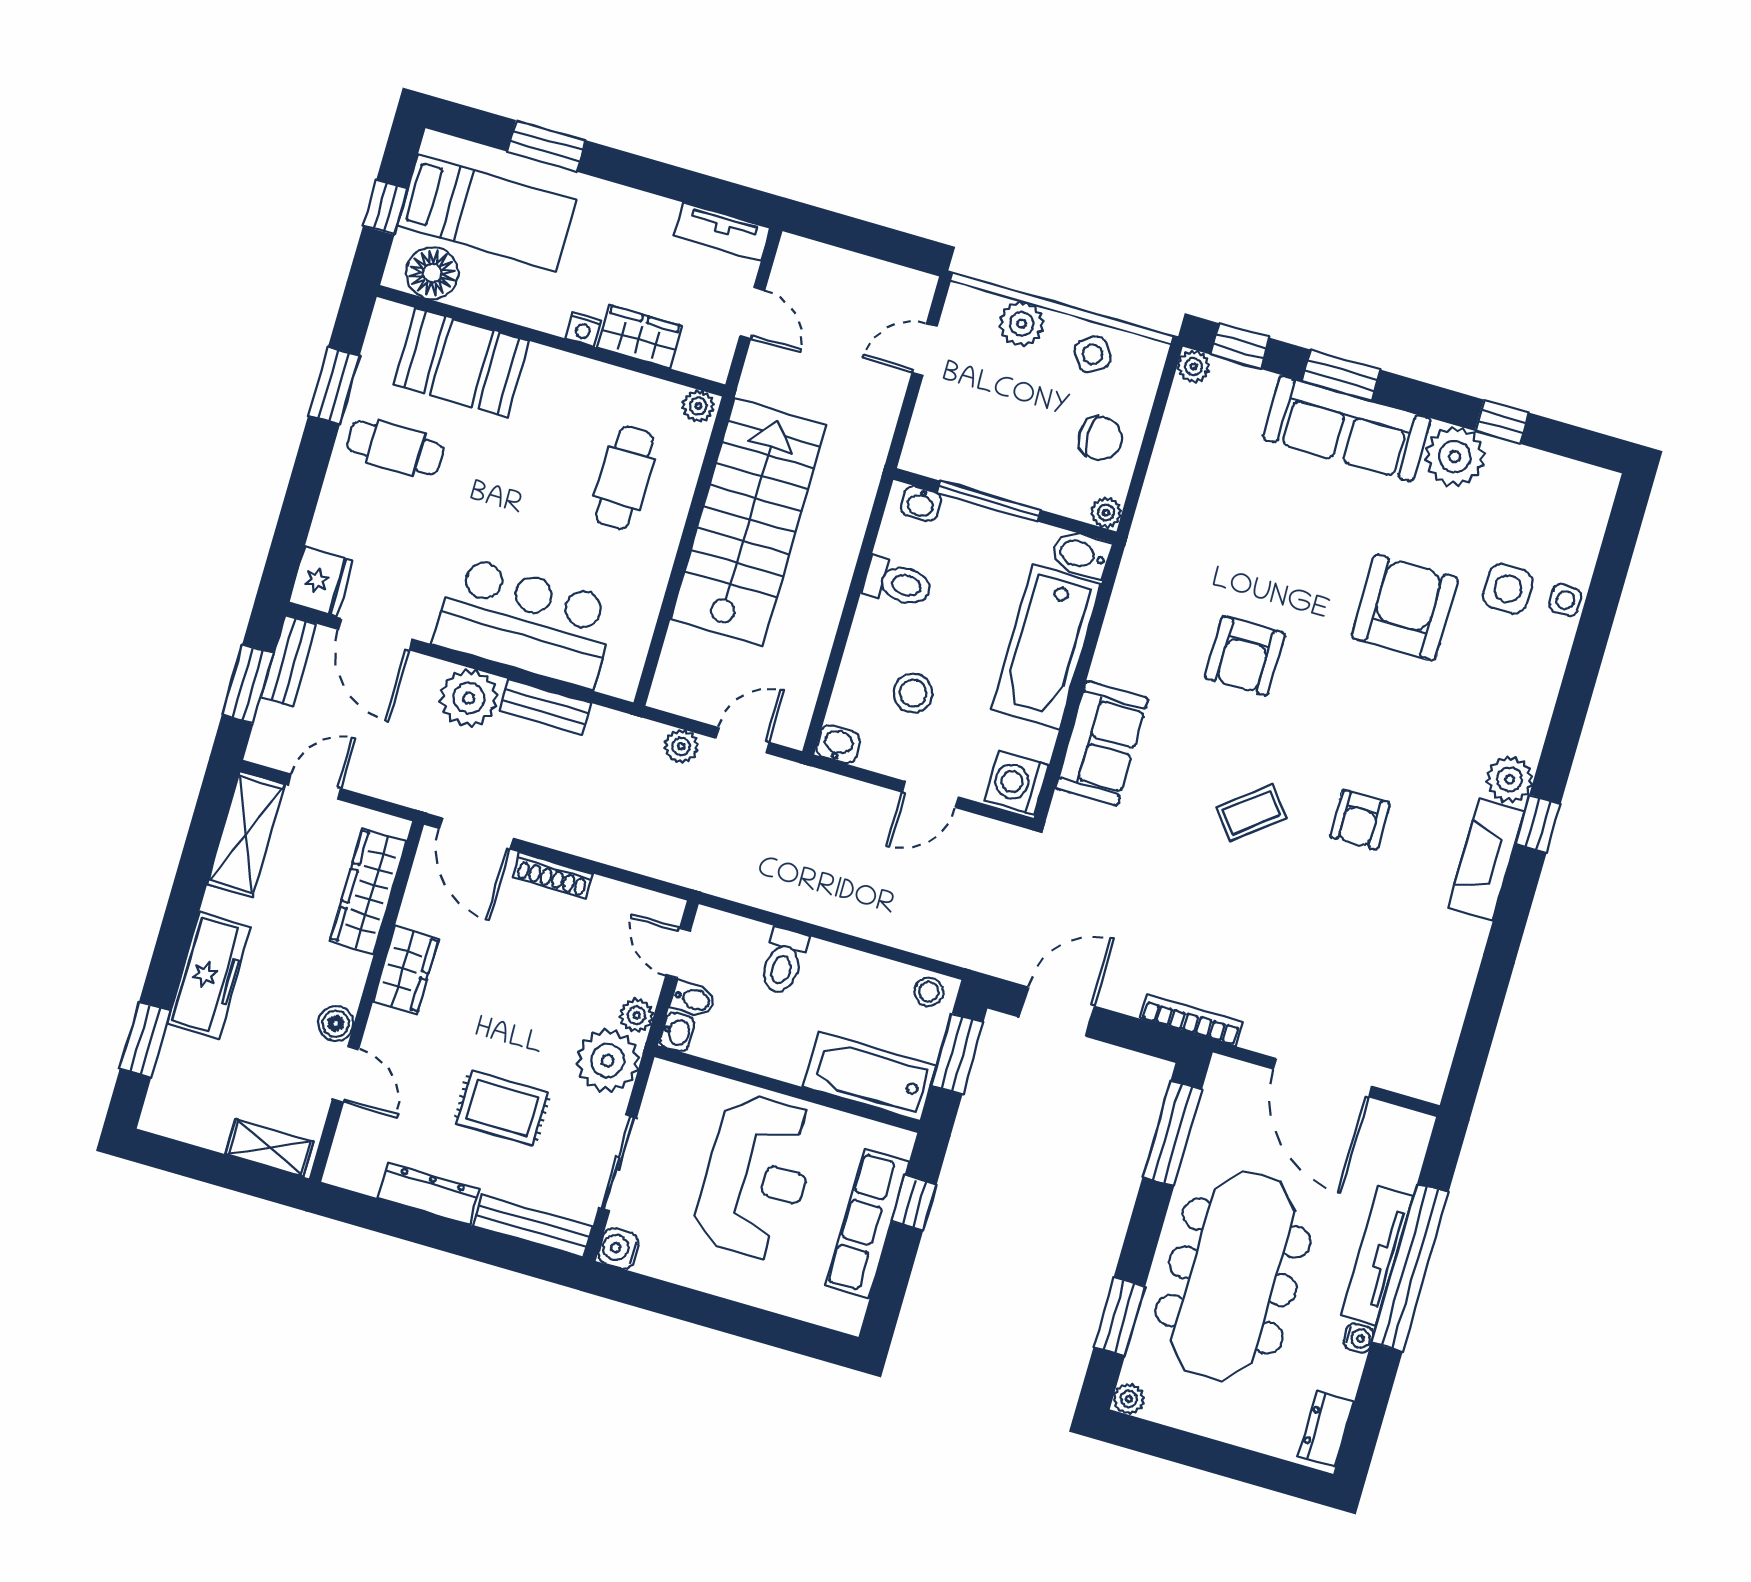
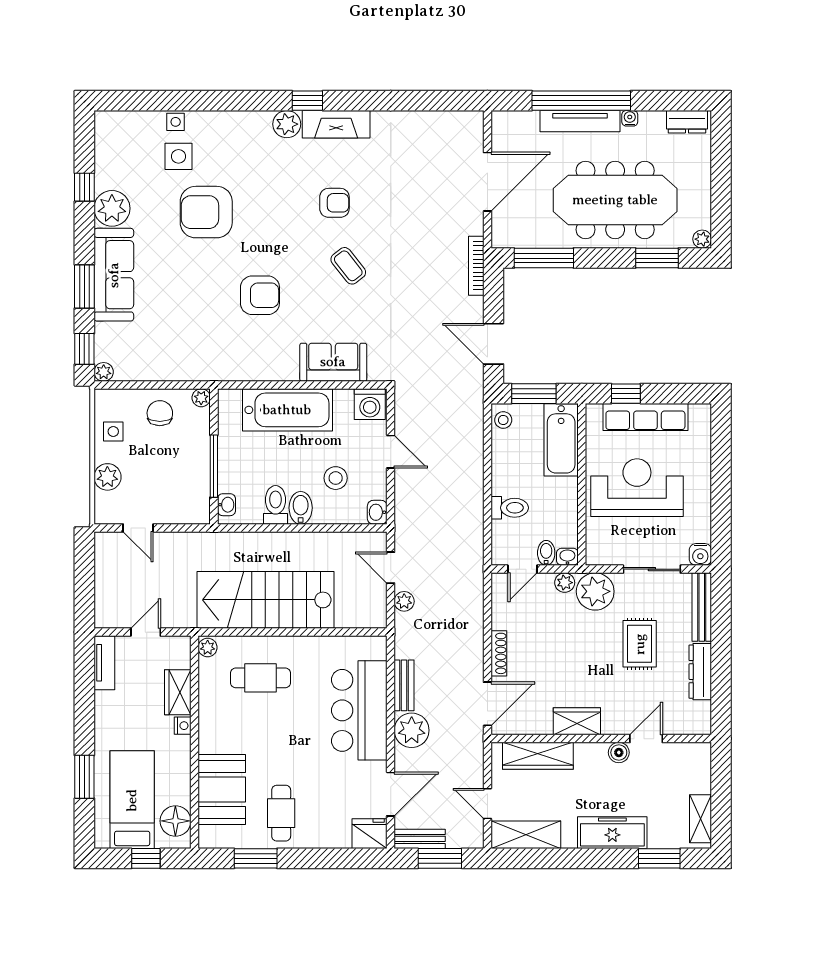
side table: (1093, 354) -> (113, 432), turned 35
bidet: (1081, 554) -> (301, 508), moved, turned 180
shelving: (269, 1148) -> (700, 819), moved

